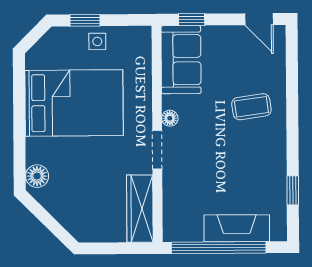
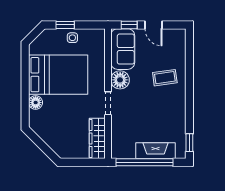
door: (259, 19) -> (153, 25), moved
floor lamp: (170, 118) -> (120, 80), width x1.89, depth x1.89
floor lamp: (37, 176) -> (36, 103), moved
window: (293, 190) -> (189, 143), moved

